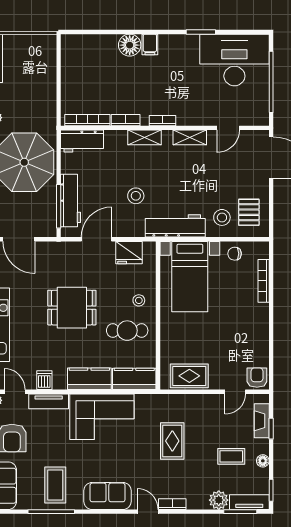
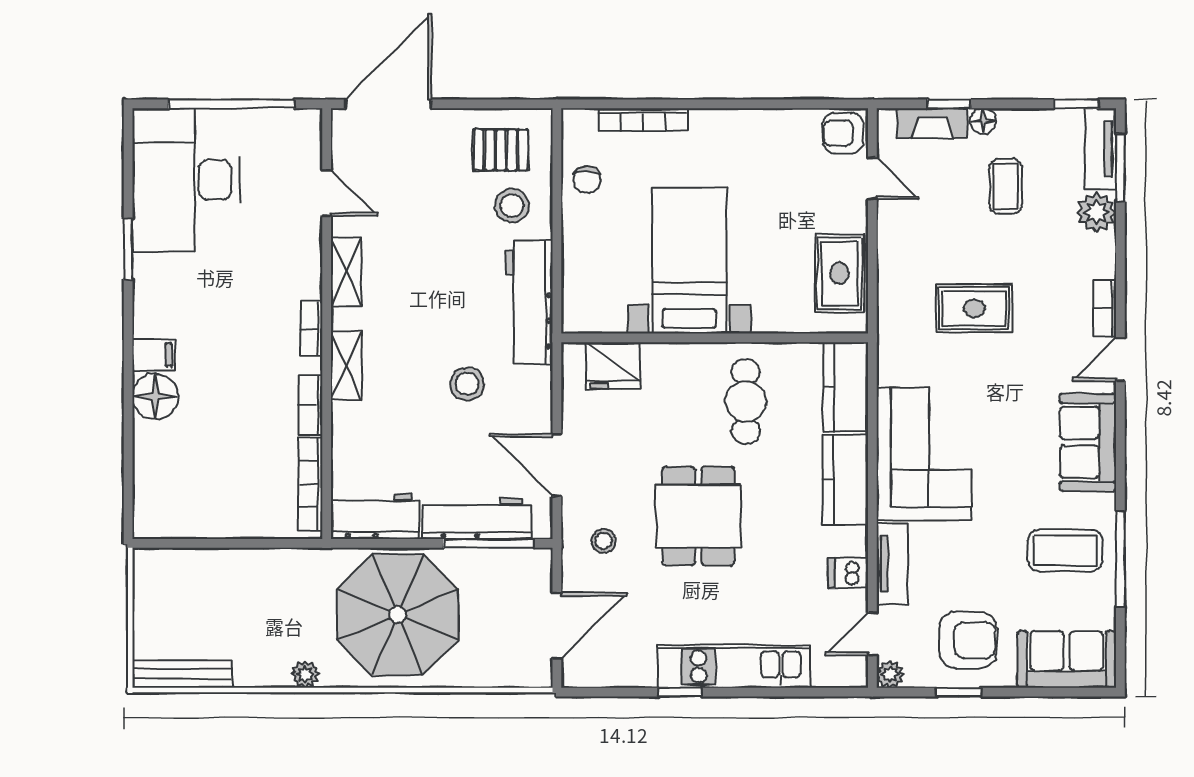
workbench: (82, 141) -> (375, 516), moved, turned -90
fridge: (129, 253) -> (613, 366), moved, turned 90
bed with nightstands: (190, 277) -> (689, 261), moved, turned -90
stool: (139, 300) -> (603, 541), moved
floor lamp: (263, 461) -> (983, 121), moved

